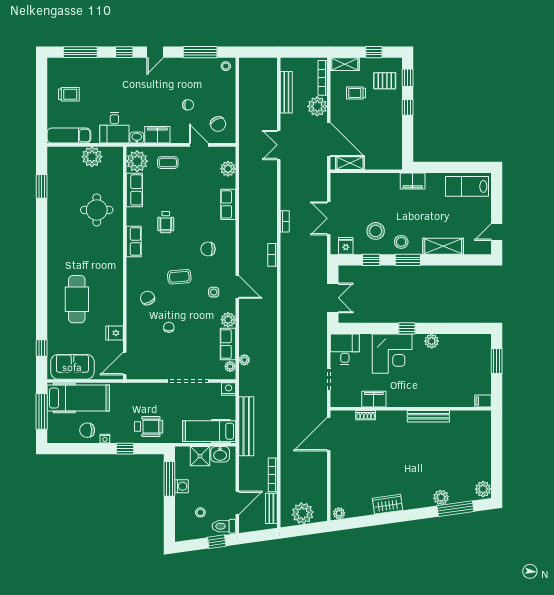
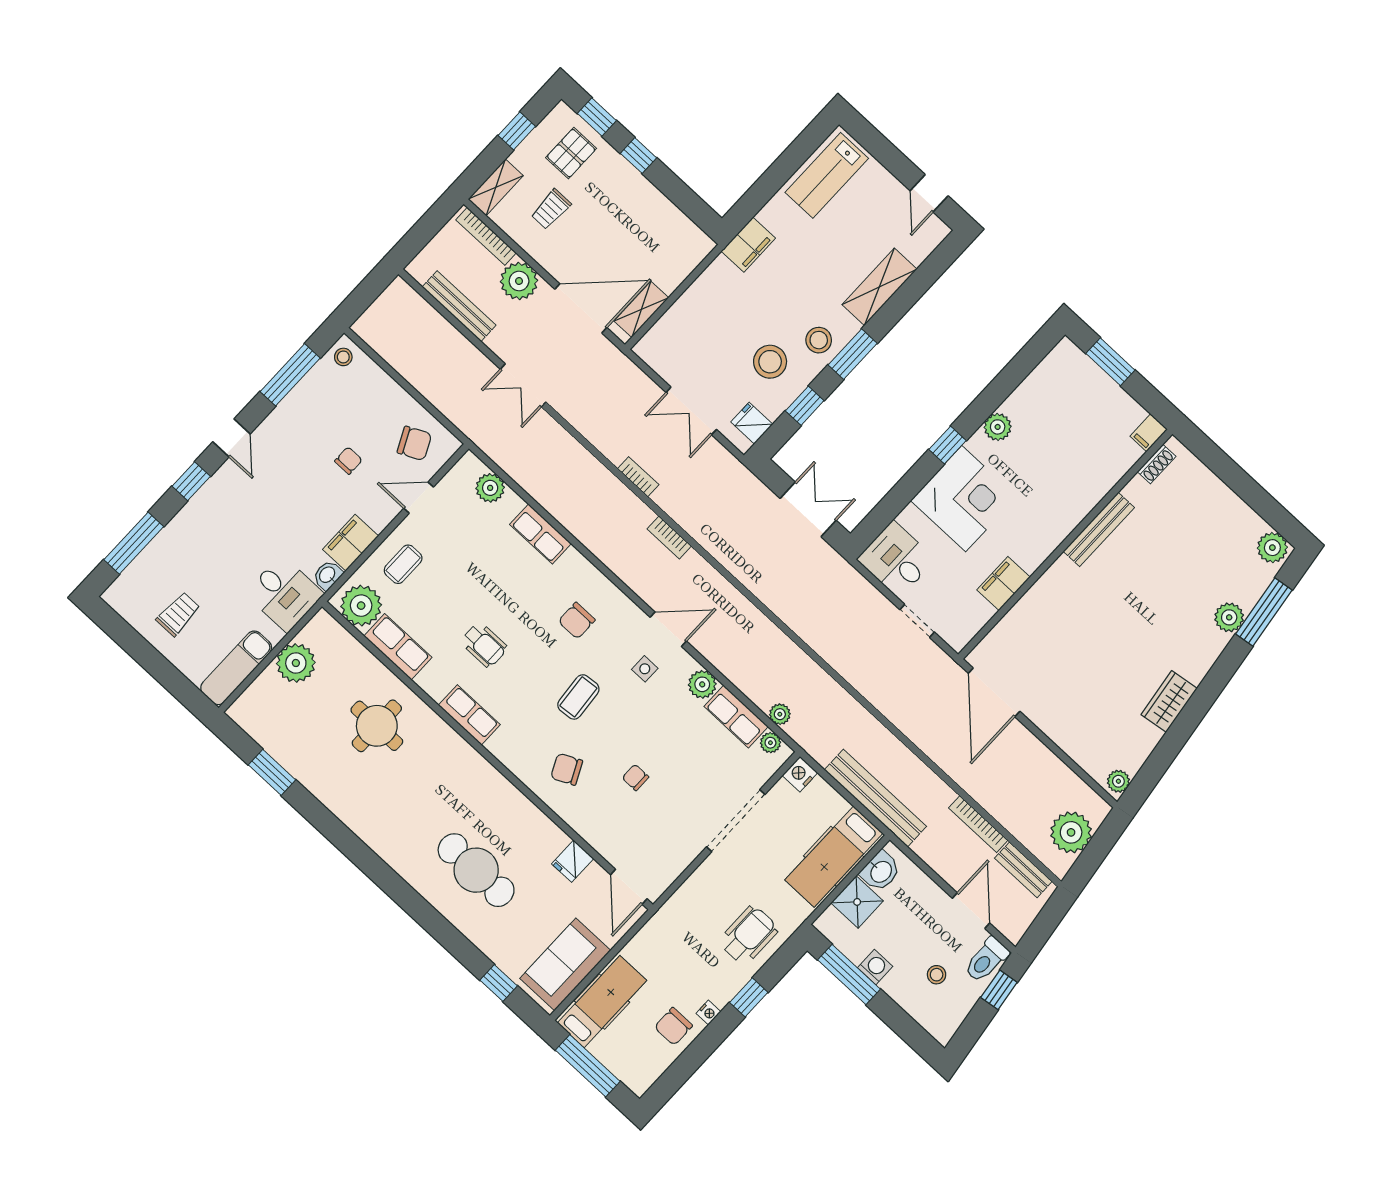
hospital bed: (78, 398) -> (602, 1002), width x0.73, depth x0.78
shoe rack: (366, 415) -> (1157, 464), moved

